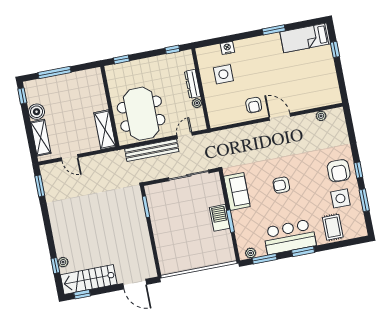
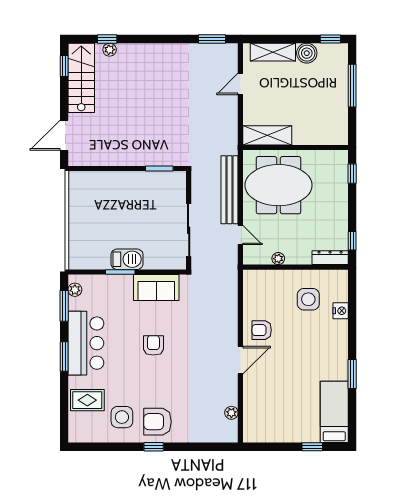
dresser: (192, 84) -> (330, 258), moved
window: (364, 200) -> (114, 447), removed

